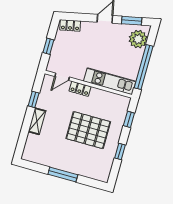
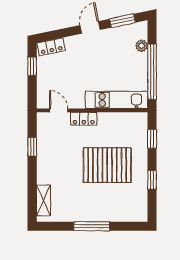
plant: (138, 39) -> (142, 46), width x0.53, depth x0.53
window: (48, 46) -> (32, 66), moved
door: (62, 77) -> (59, 110), swing flipped
shelving: (37, 121) -> (44, 200), moved

